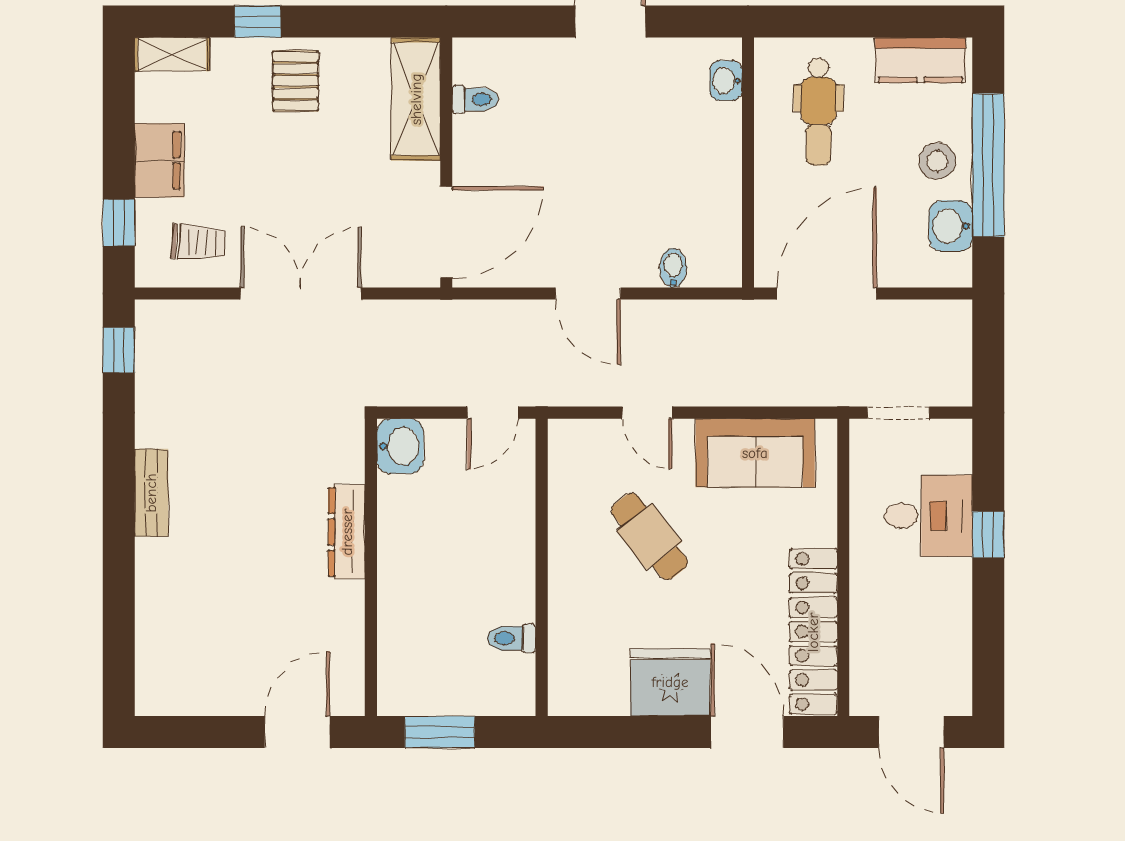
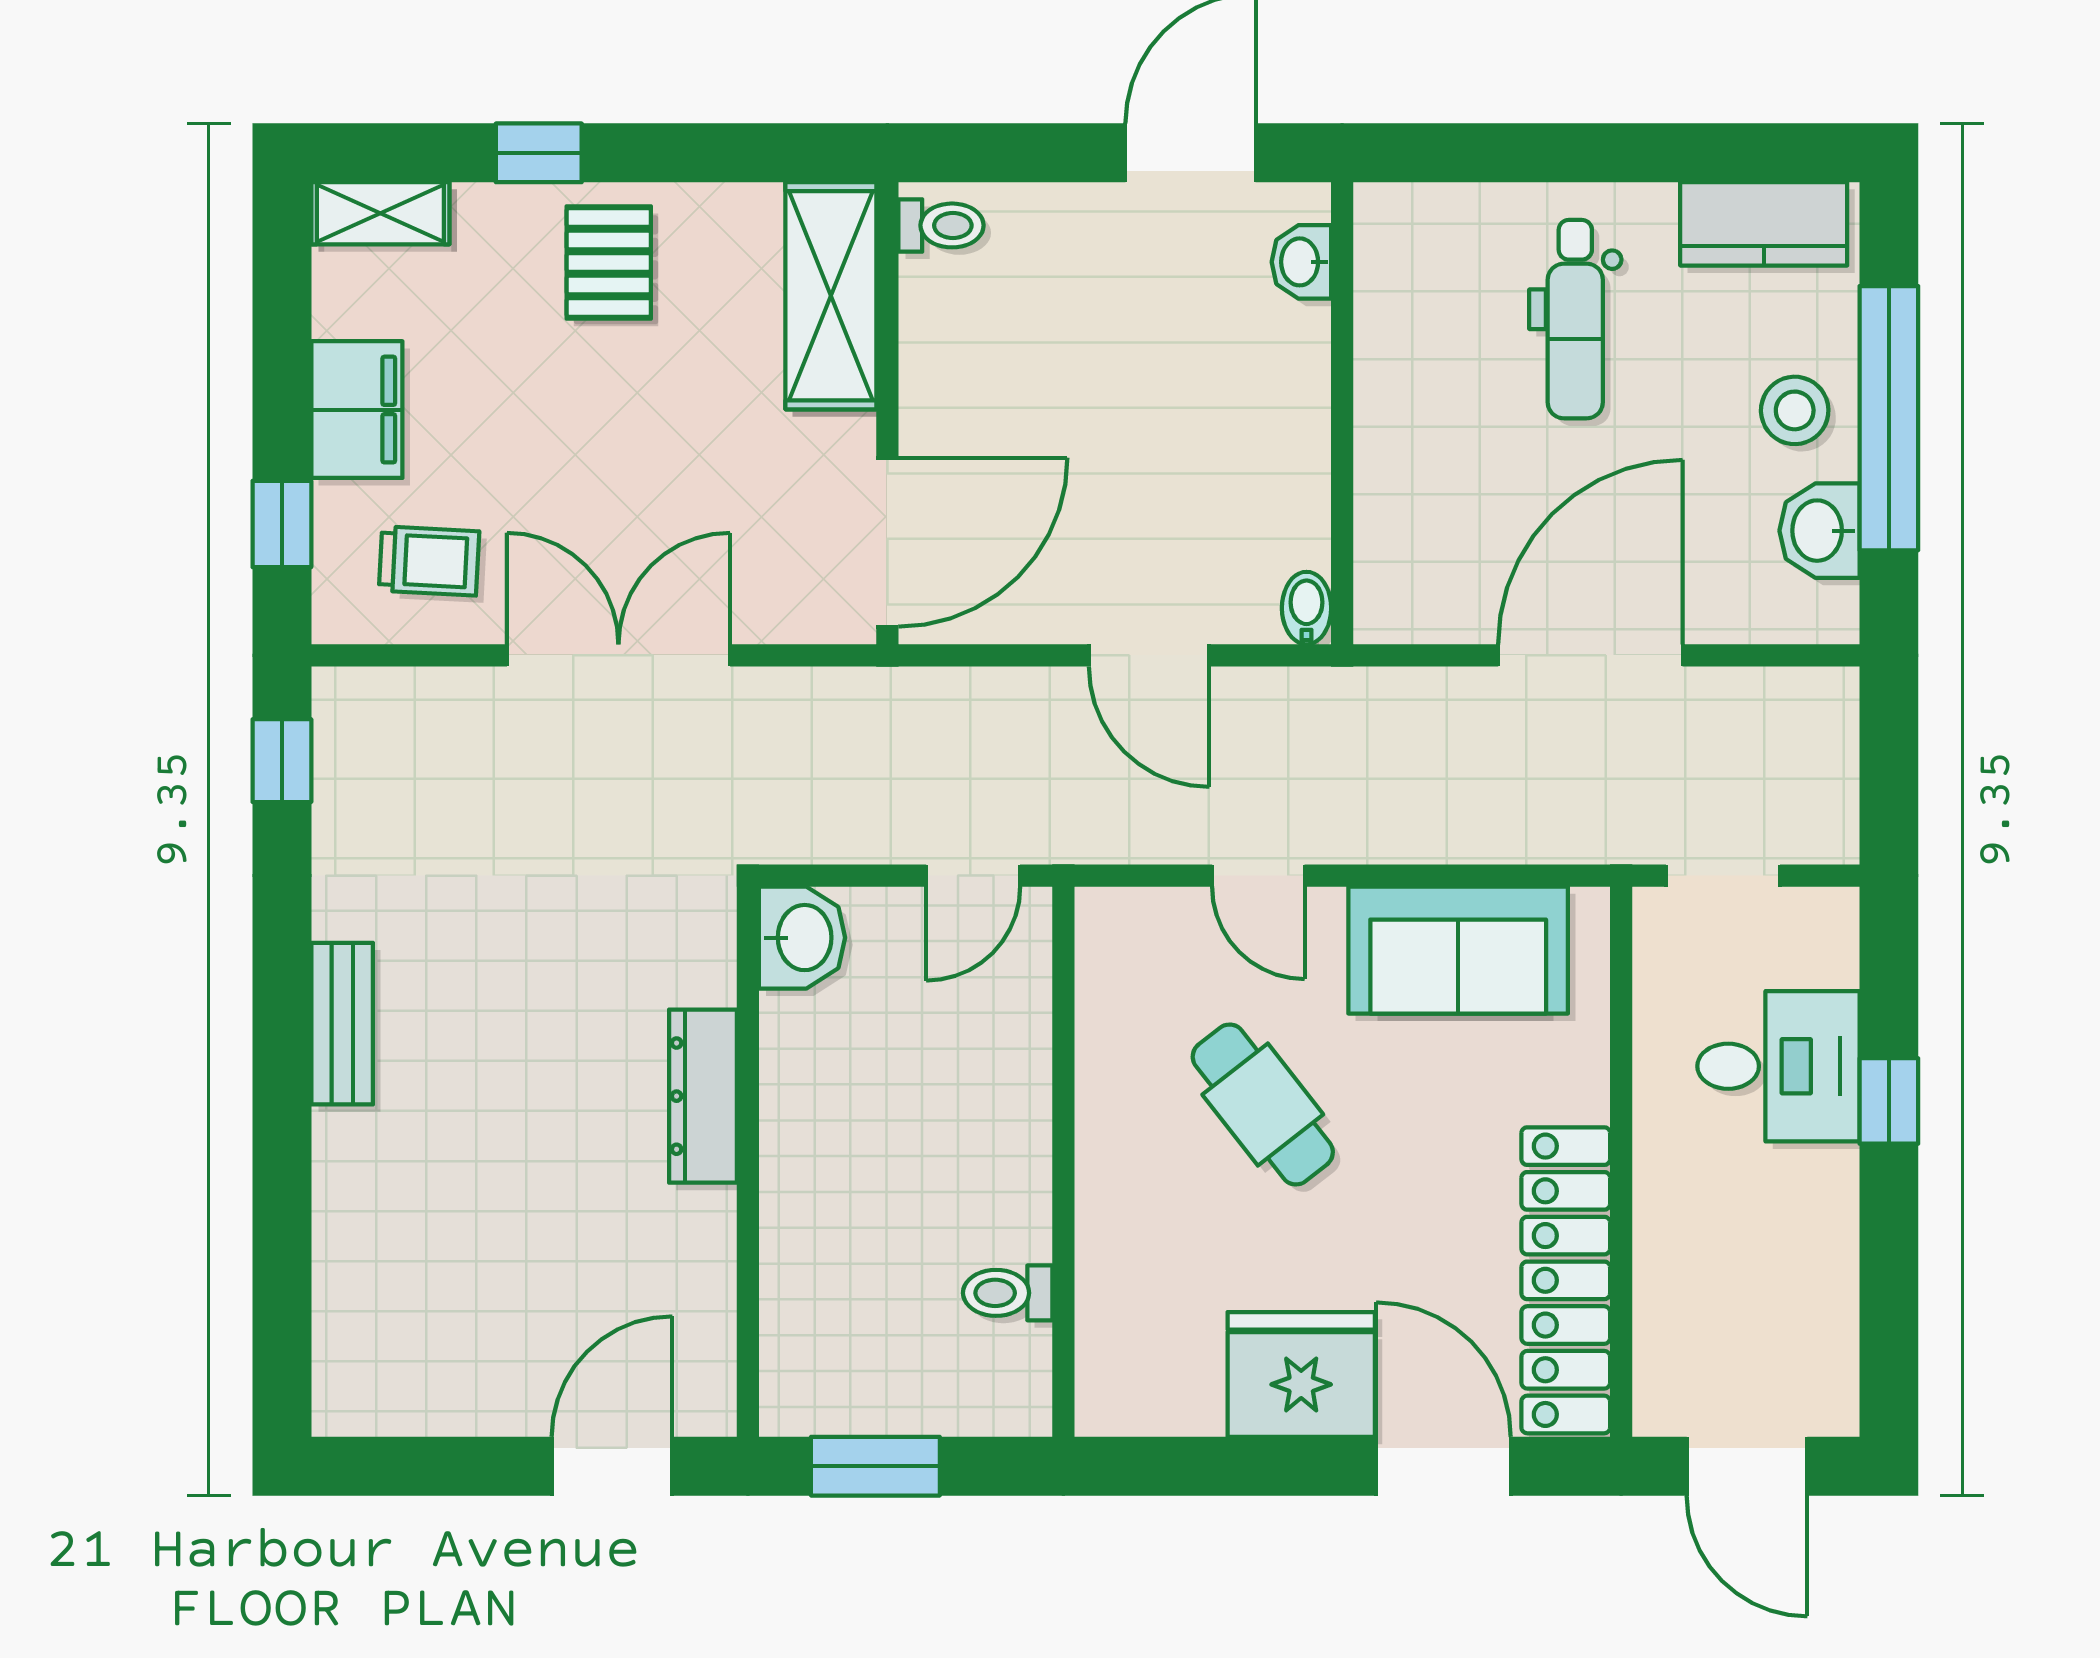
washbasin: (726, 81) -> (1301, 262), moved
toilet: (475, 99) -> (941, 225), moved
wall: (748, 162) -> (1342, 413), moved

